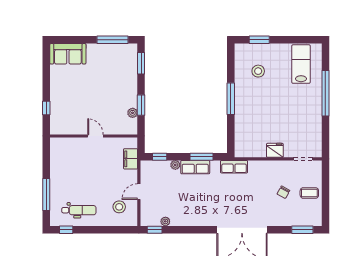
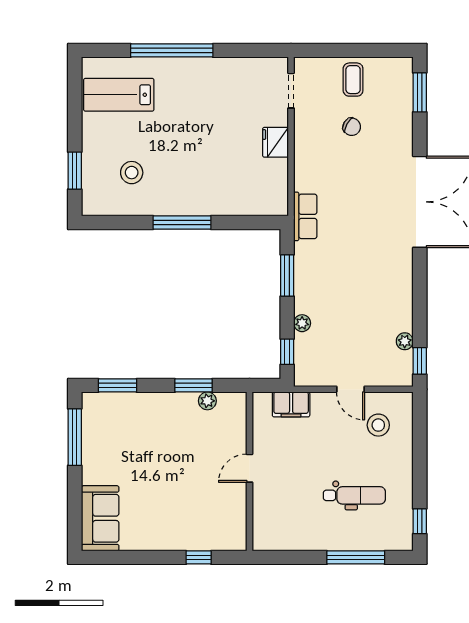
row of seats: (195, 167) -> (306, 287), removed
dental chair: (79, 210) -> (354, 495), moved, turned 90

